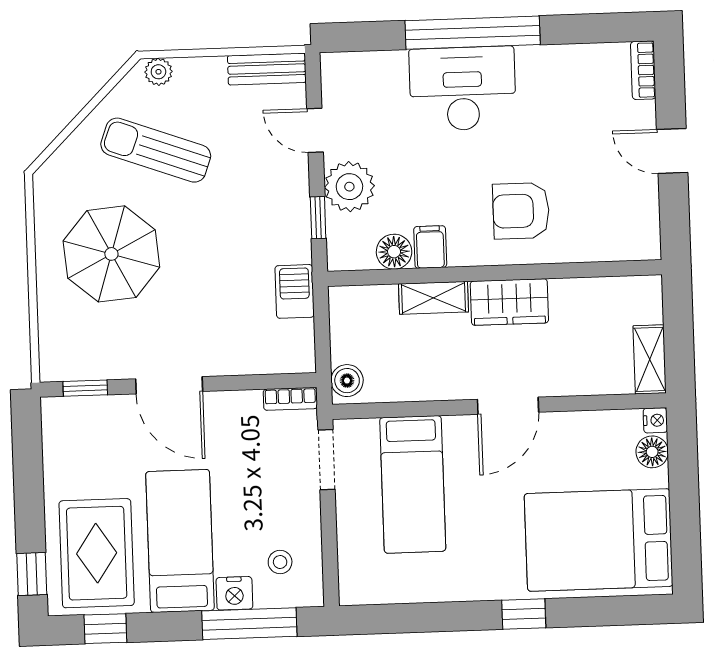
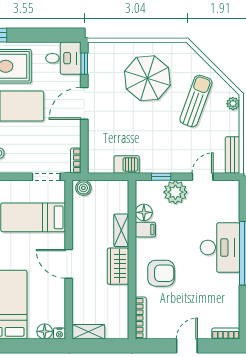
armchair: (521, 211) -> (161, 273), turned 90
bookcase: (617, 250) -> (141, 318), added
desk: (75, 433) -> (63, 58), added

